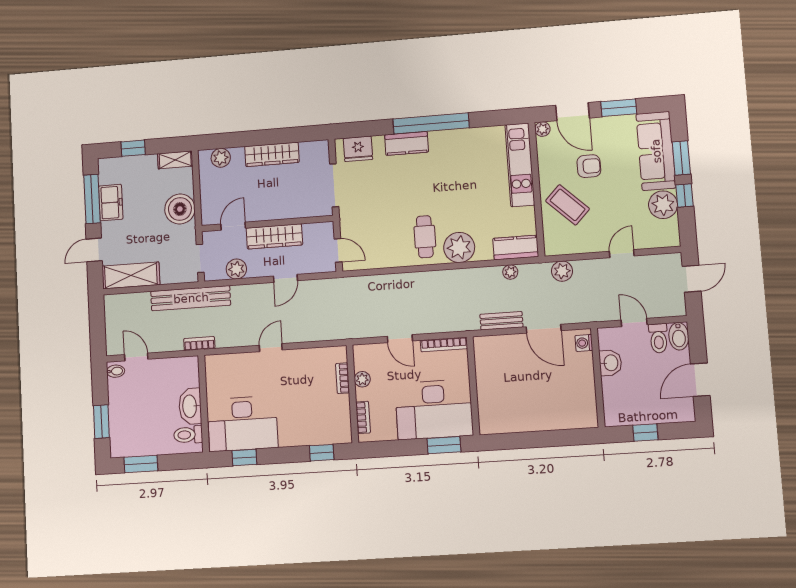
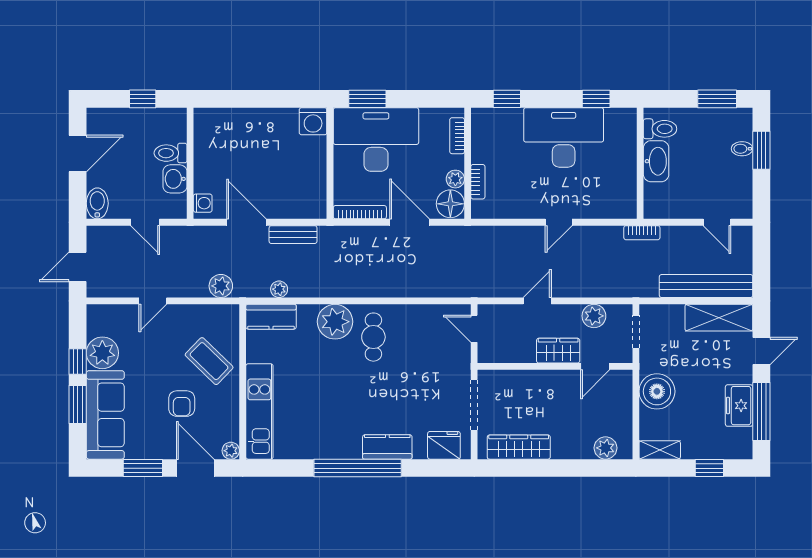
wardrobe: (272, 154) -> (519, 447), moved
armchair: (589, 166) -> (182, 404), turned -90
wardrobe: (274, 236) -> (558, 351), width x0.67
bench: (191, 298) -> (706, 286), moved
toilet: (658, 338) -> (171, 153), moved, turned -90
door: (400, 339) -> (410, 222), width x1.38
floor lamp: (365, 357) -> (450, 204), added
bidet: (116, 371) -> (742, 149), moved
washing machine: (491, 422) -> (313, 121), added
desk: (243, 424) -> (564, 137), moved

